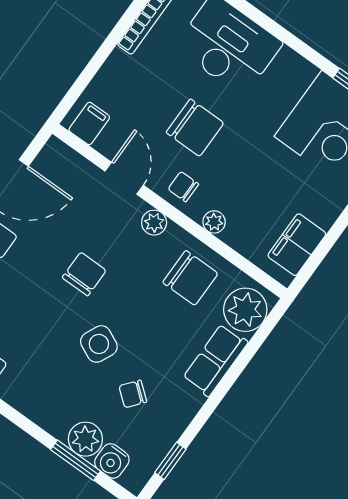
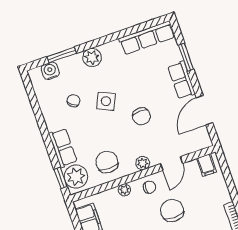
chair: (195, 128) -> (172, 210), turned 90
door: (124, 178) -> (172, 164), hinge flipped
chair: (190, 278) -> (107, 162), turned 90
plant: (85, 439) -> (92, 57), moved
window: (170, 461) -> (61, 178), moved

